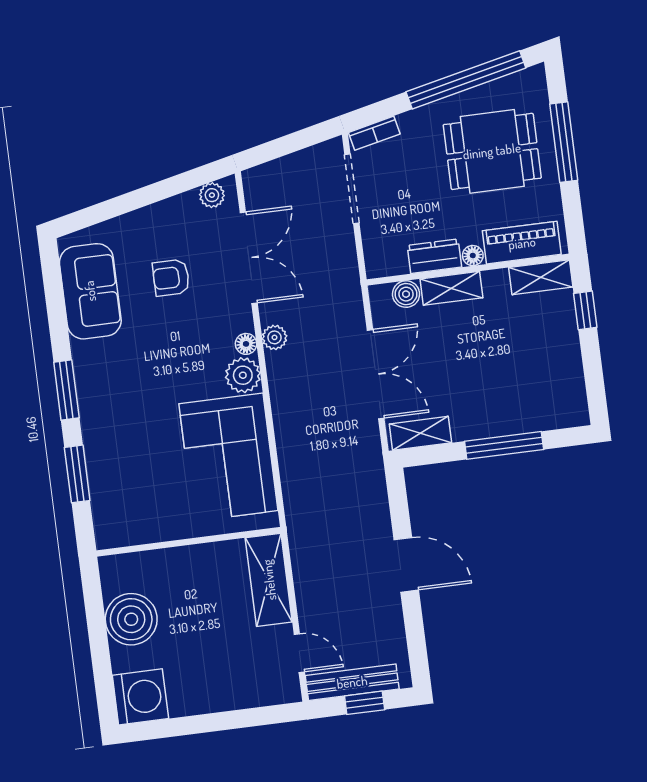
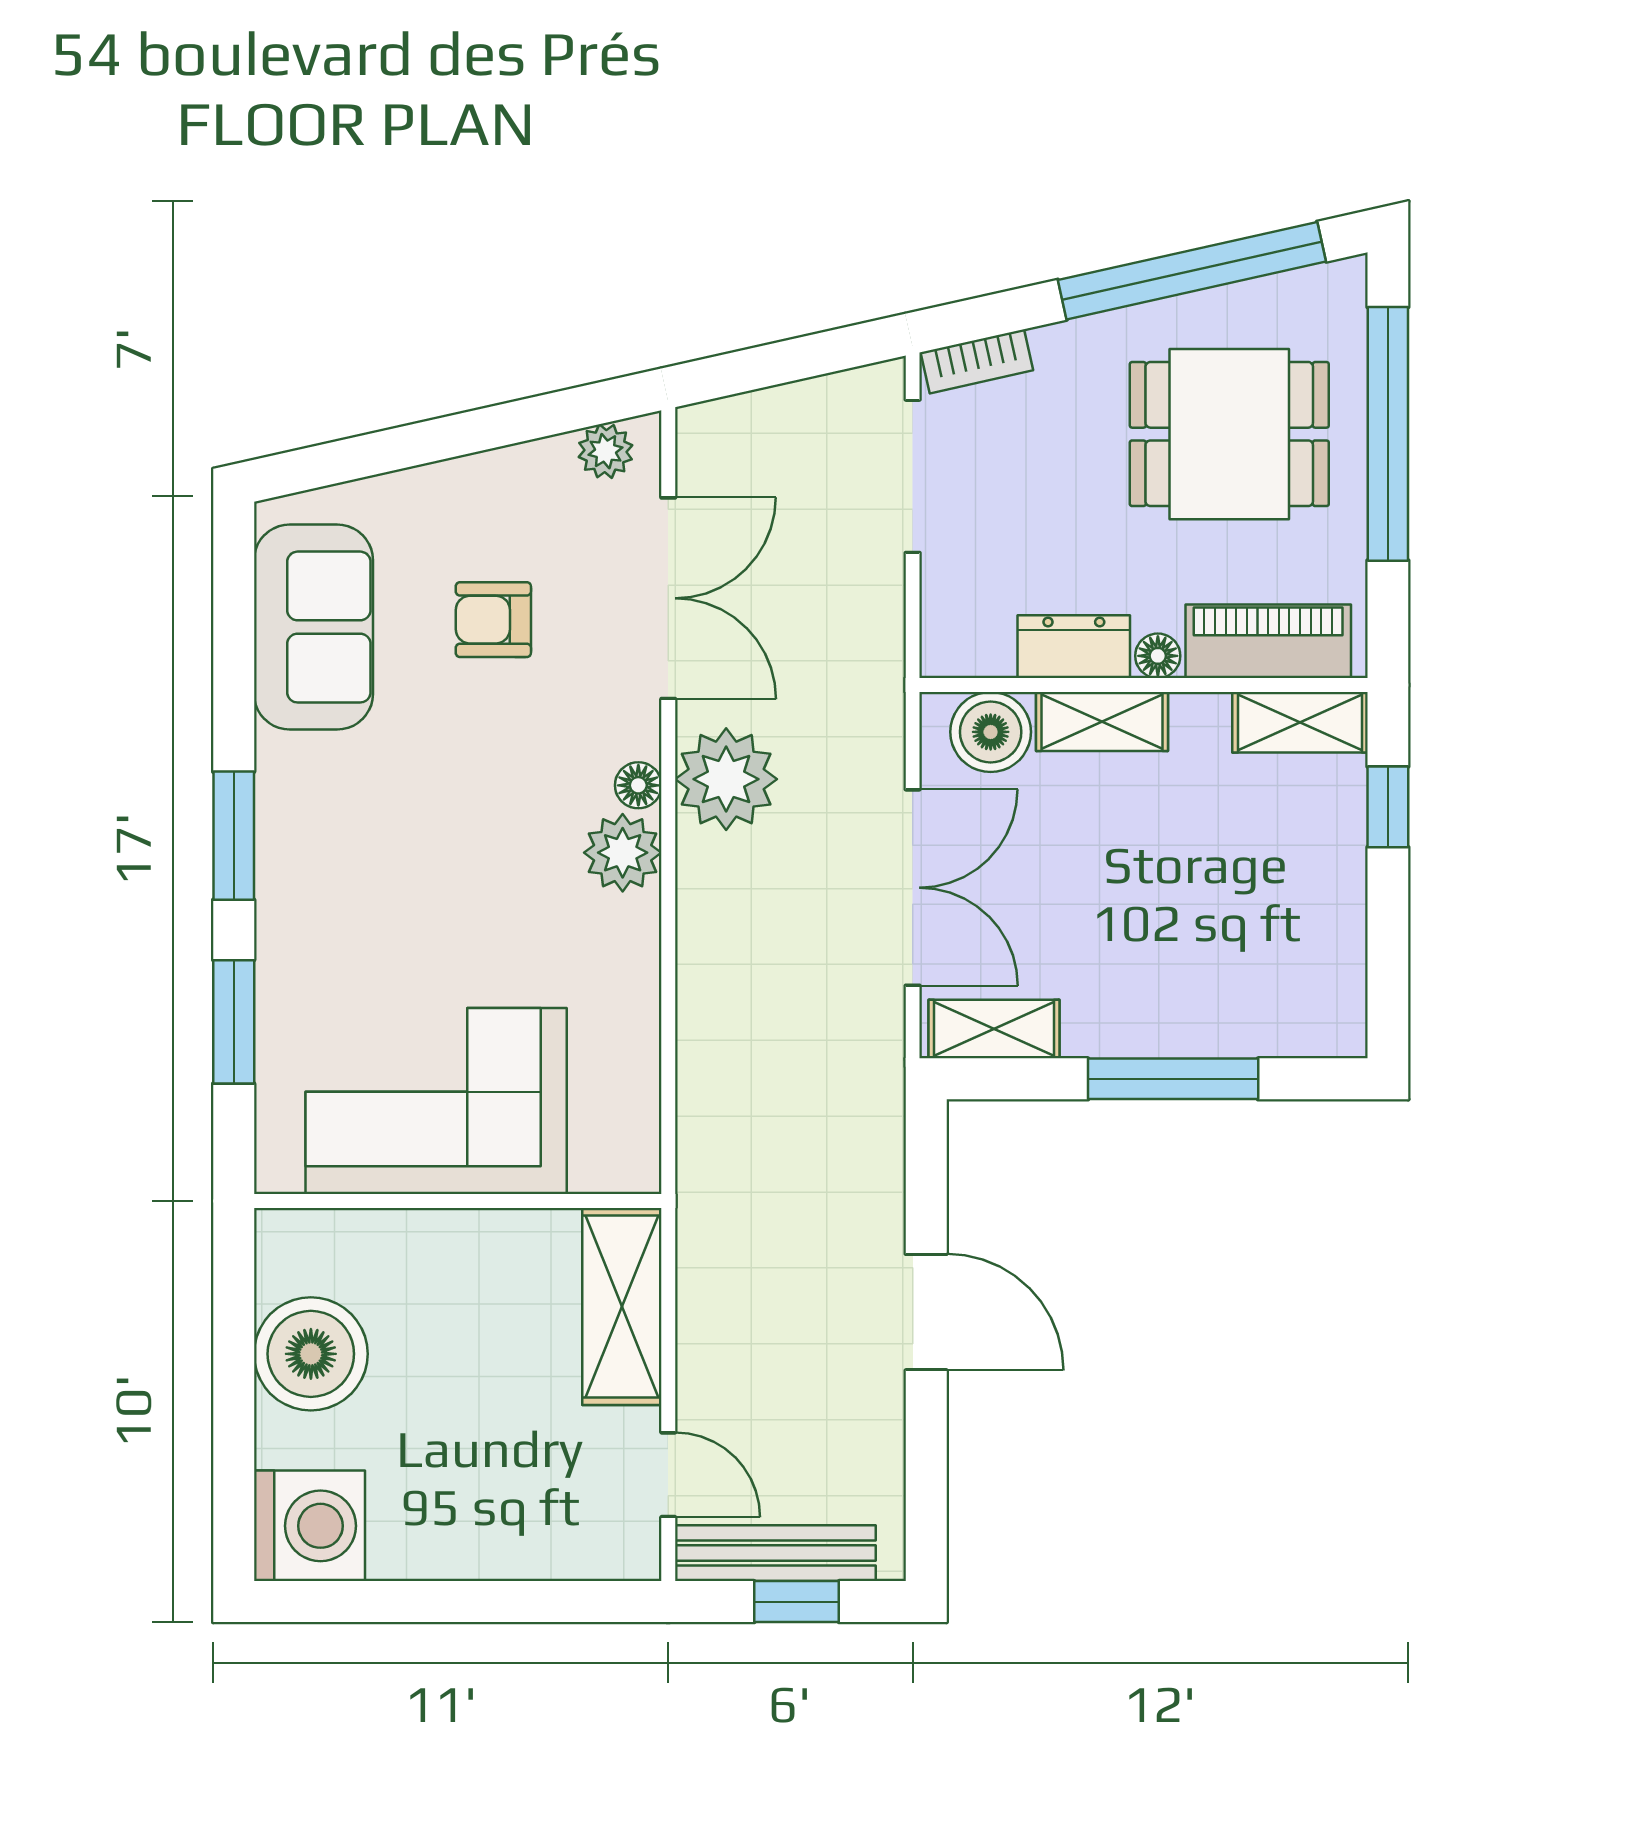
window: (564, 142) -> (1388, 434), width x1.46
boiler: (406, 294) -> (991, 732), width x1.36, depth x1.36
plant: (274, 337) -> (726, 779), width x1.87, depth x1.87
corner sofa: (228, 457) -> (436, 1101), moved, turned 90

